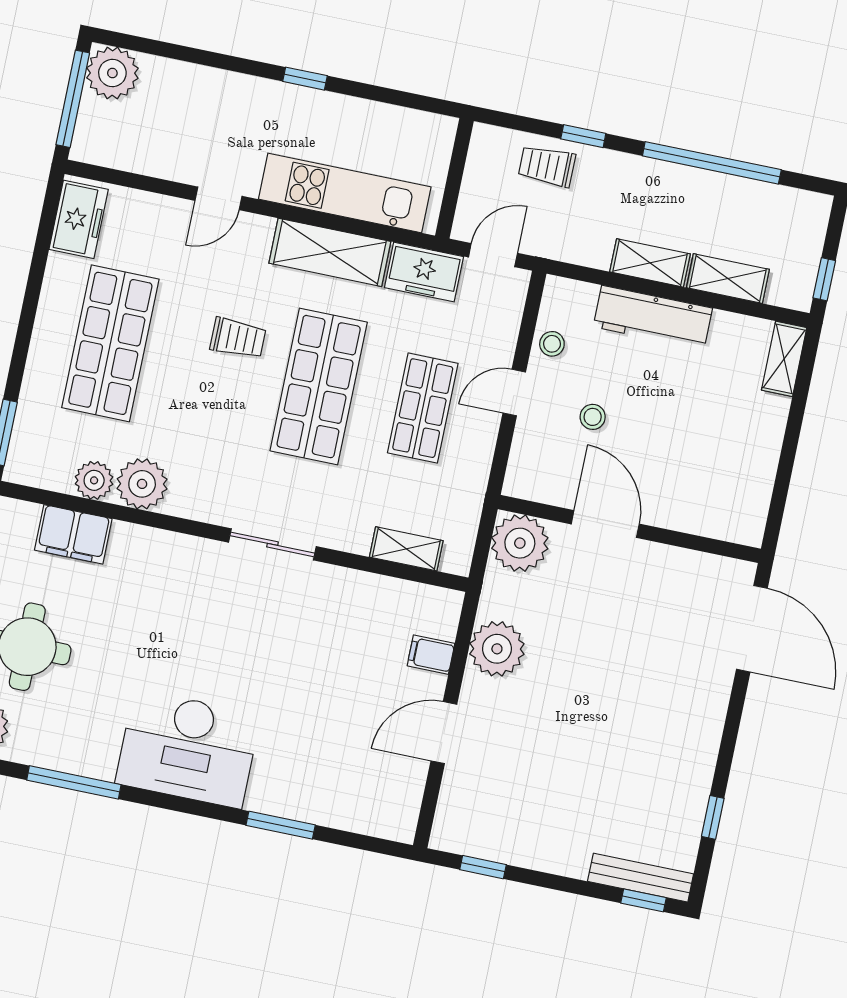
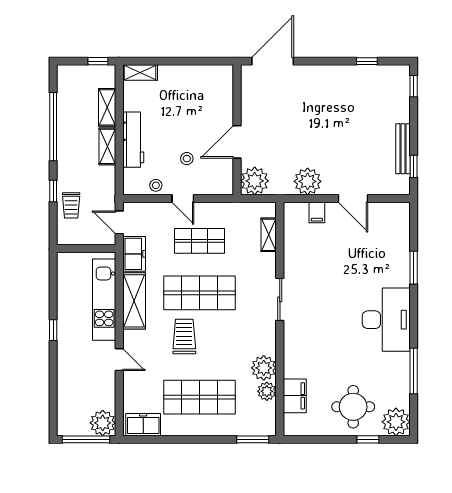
plant: (112, 73) -> (103, 423), moved
trolley: (238, 338) -> (184, 336), width x1.36, depth x1.39
bench: (641, 878) -> (403, 149), moved

